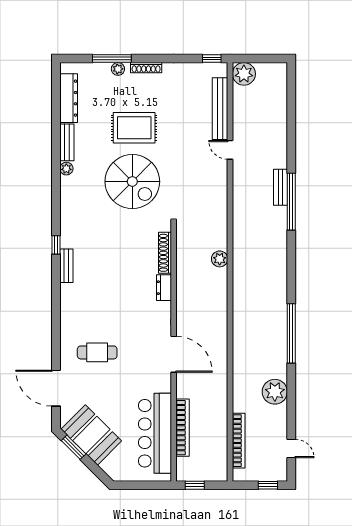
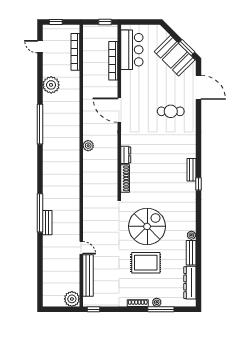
spiral stairs: (132, 182) -> (147, 226), turned 90
plant: (220, 259) -> (88, 146), moved
bar counter: (155, 433) -> (132, 50), width x0.73

